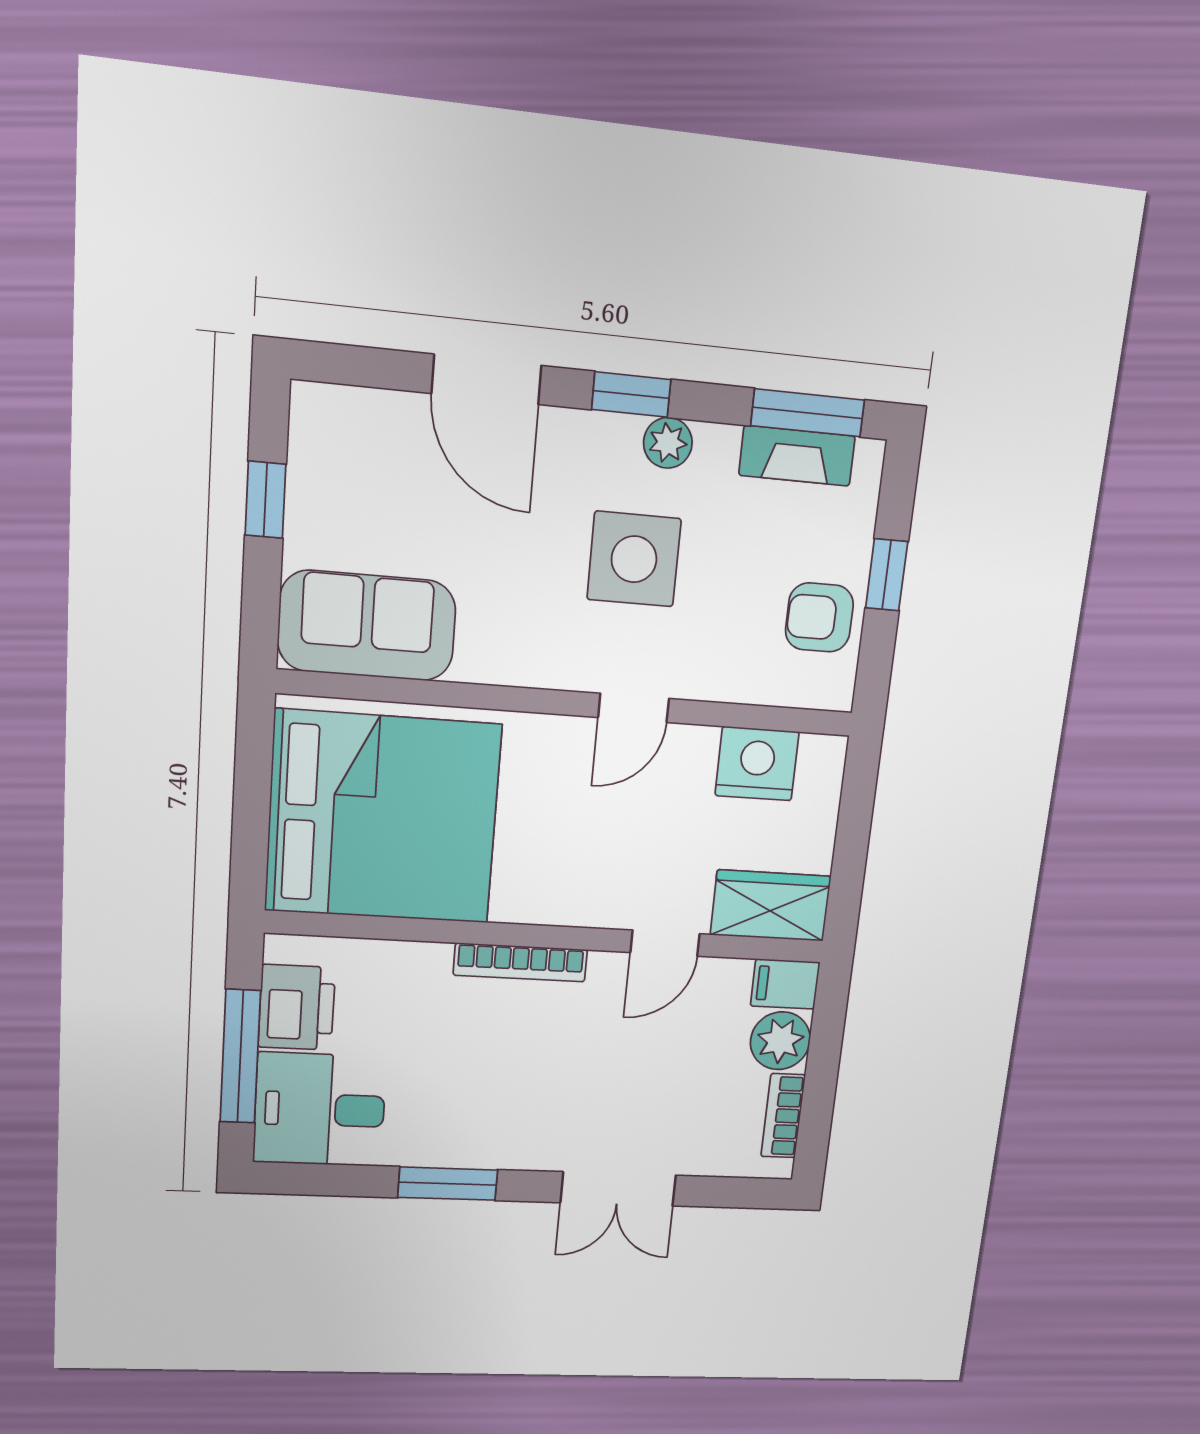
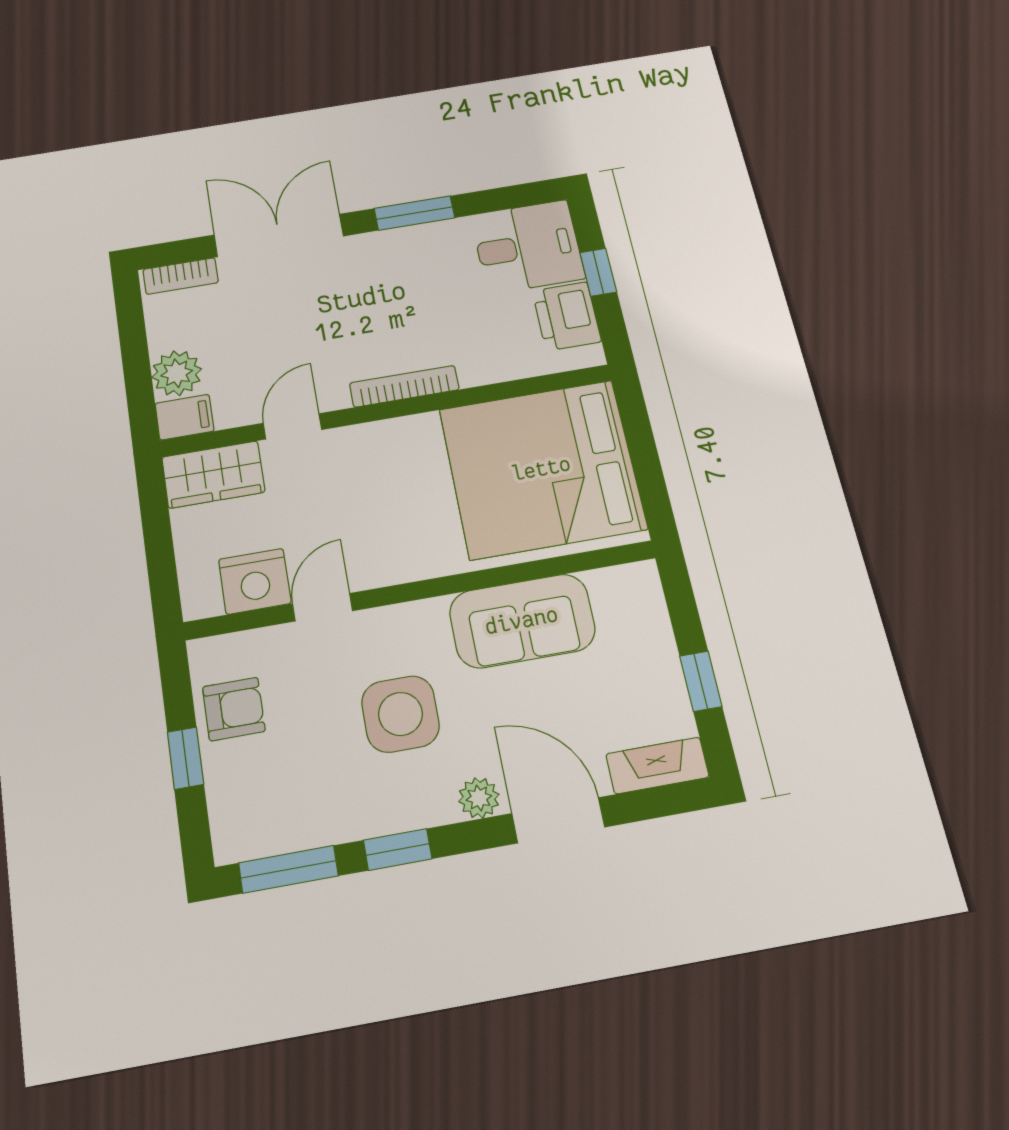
window: (631, 395) -> (398, 849), moved
plant: (668, 443) -> (479, 798), moved
fireplace: (797, 456) -> (657, 766), moved
sofa: (367, 626) -> (522, 621), moved
door: (634, 708) -> (322, 607), moved
window: (240, 1056) -> (598, 272), width x0.46
bookcase: (783, 1116) -> (181, 276), moved, turned 90
double door: (618, 1189) -> (279, 235), width x1.37

